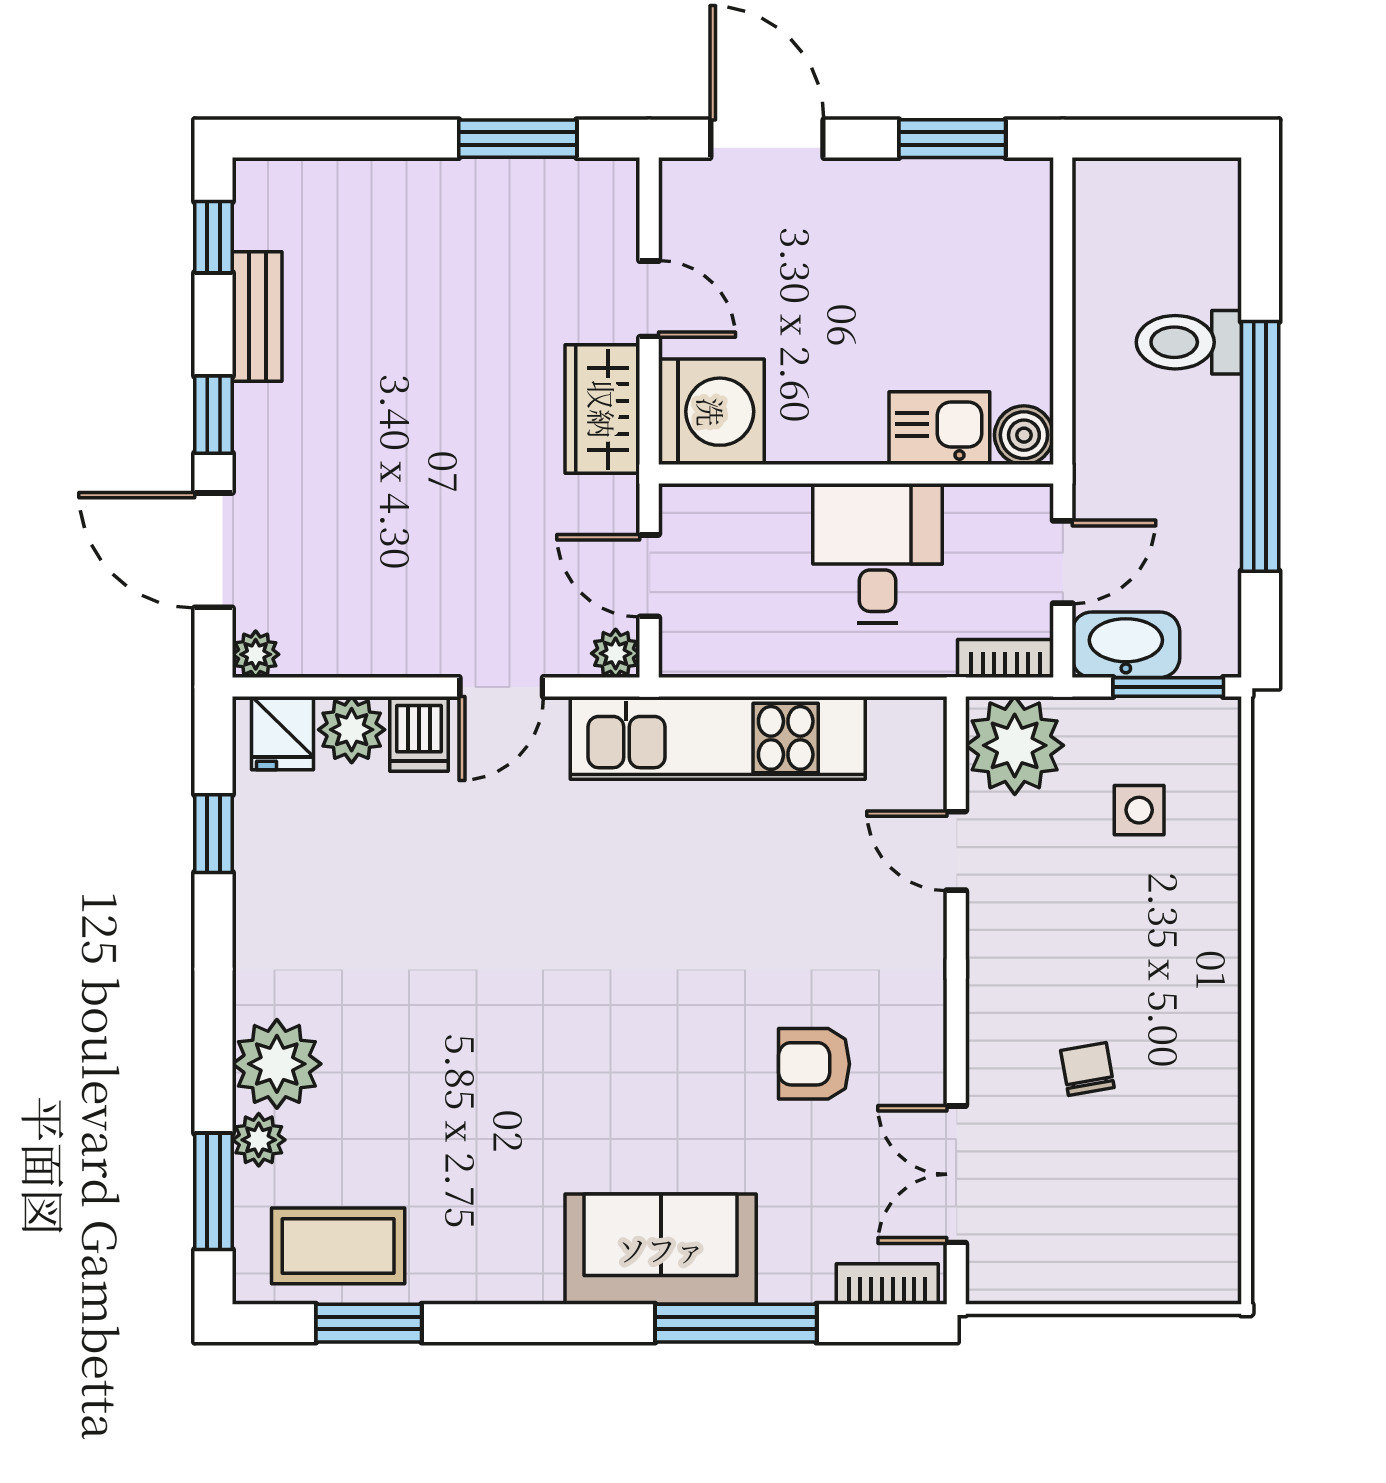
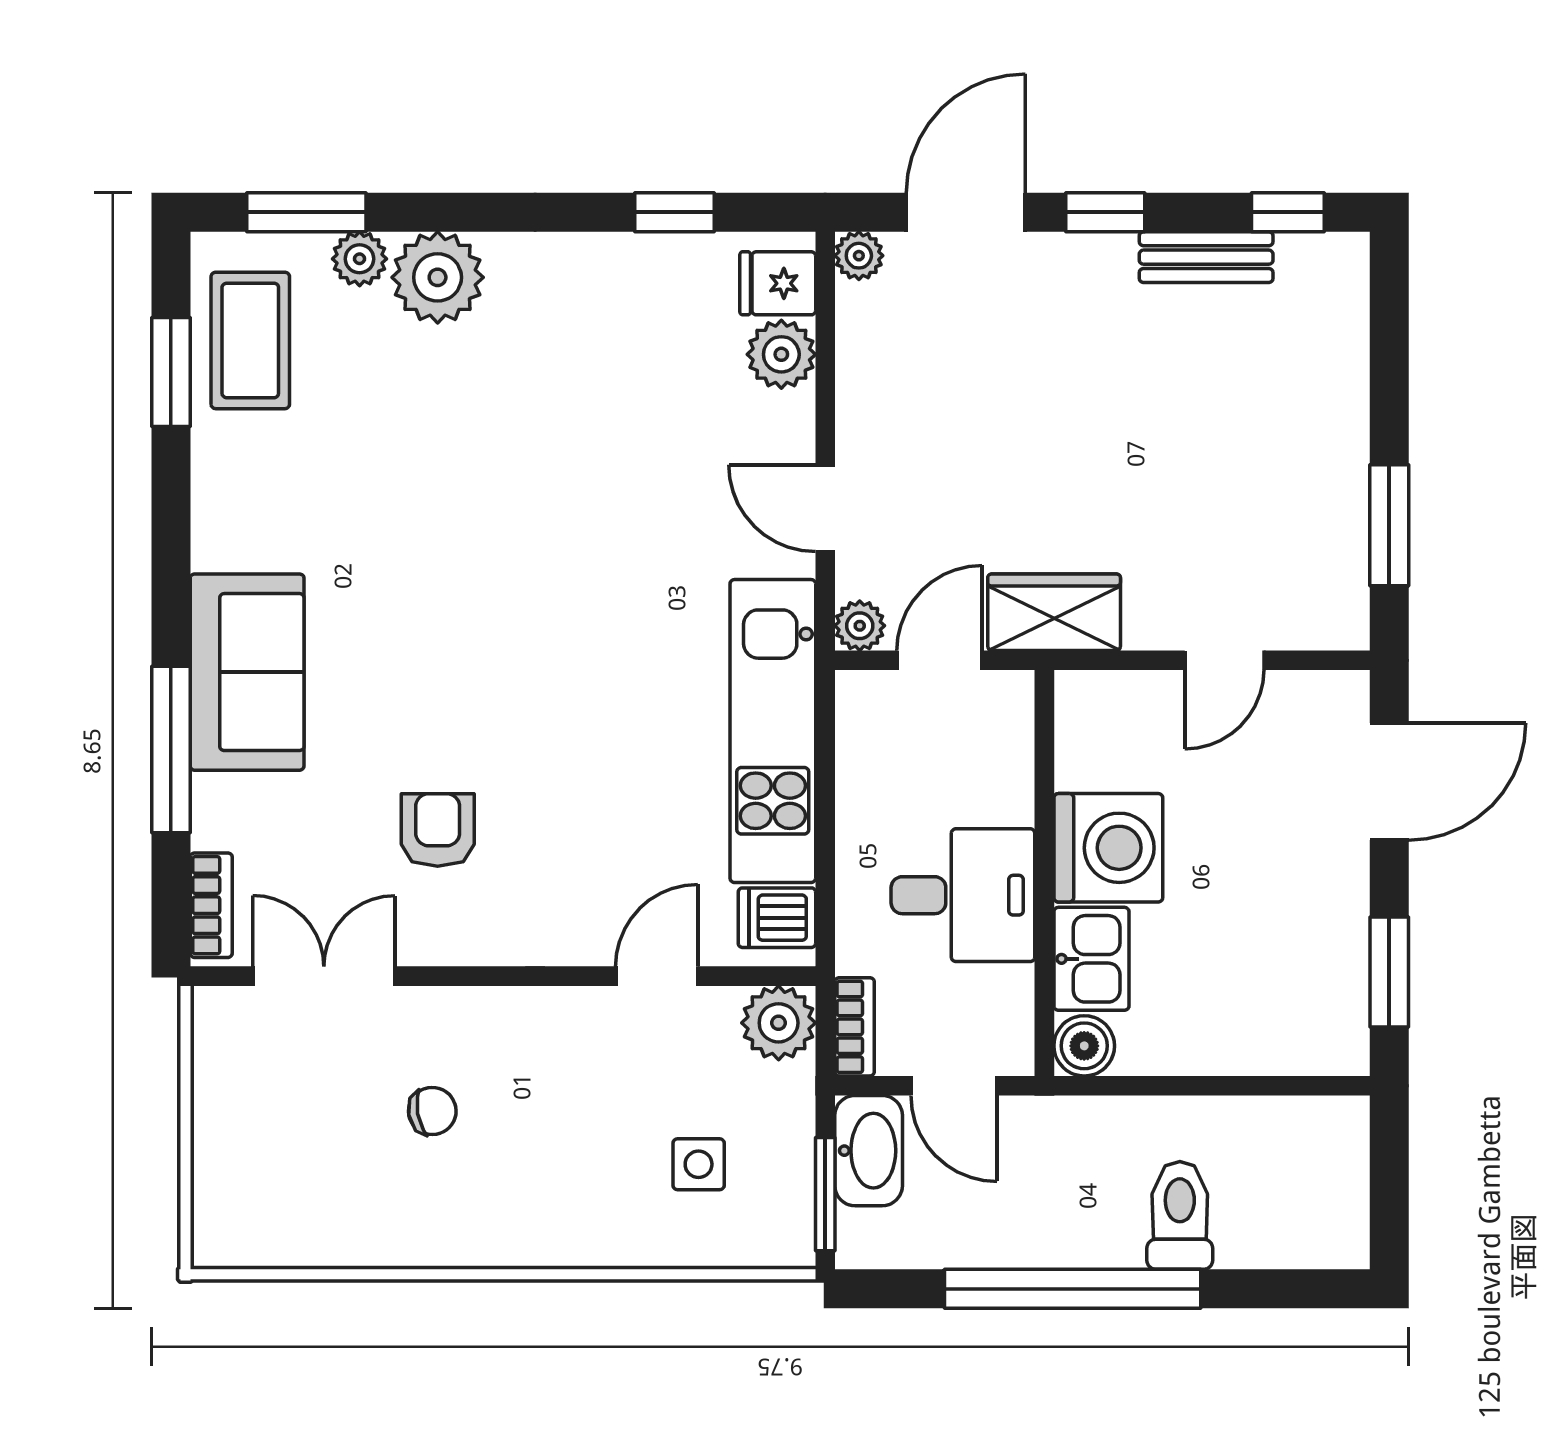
wardrobe: (602, 409) -> (1054, 612), moved
washing machine: (711, 412) -> (1108, 848), moved, turned -90
dishwasher: (419, 734) -> (777, 918), moved
plant: (1015, 745) -> (779, 1023), width x0.73, depth x0.73

